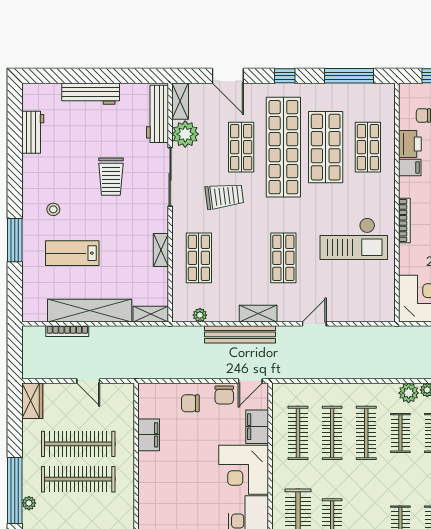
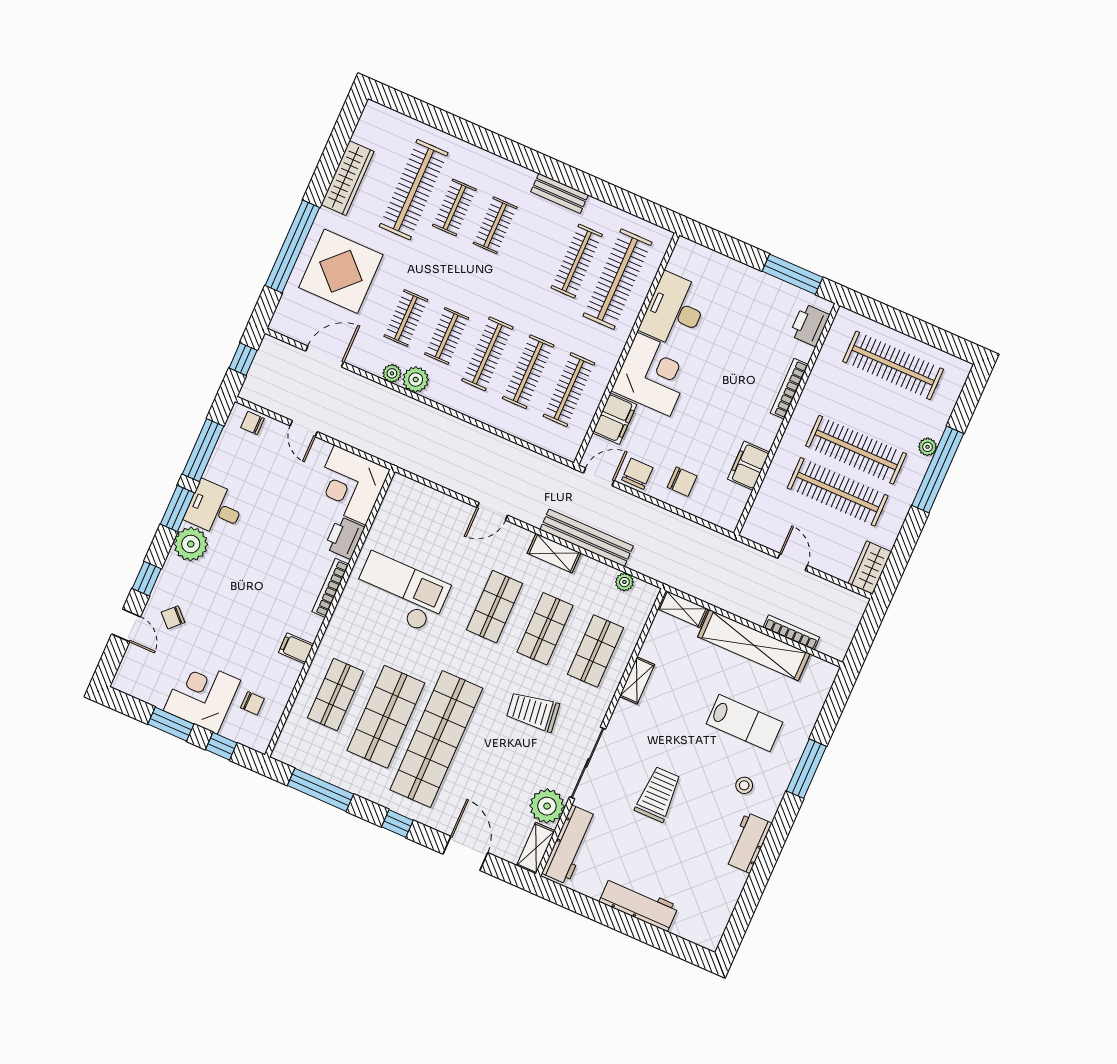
workbench: (33, 132) -> (748, 843), moved
printer: (410, 144) -> (345, 538), moved
shop shelf: (241, 147) -> (545, 629), moved
bookcase: (144, 501) -> (789, 389), added

